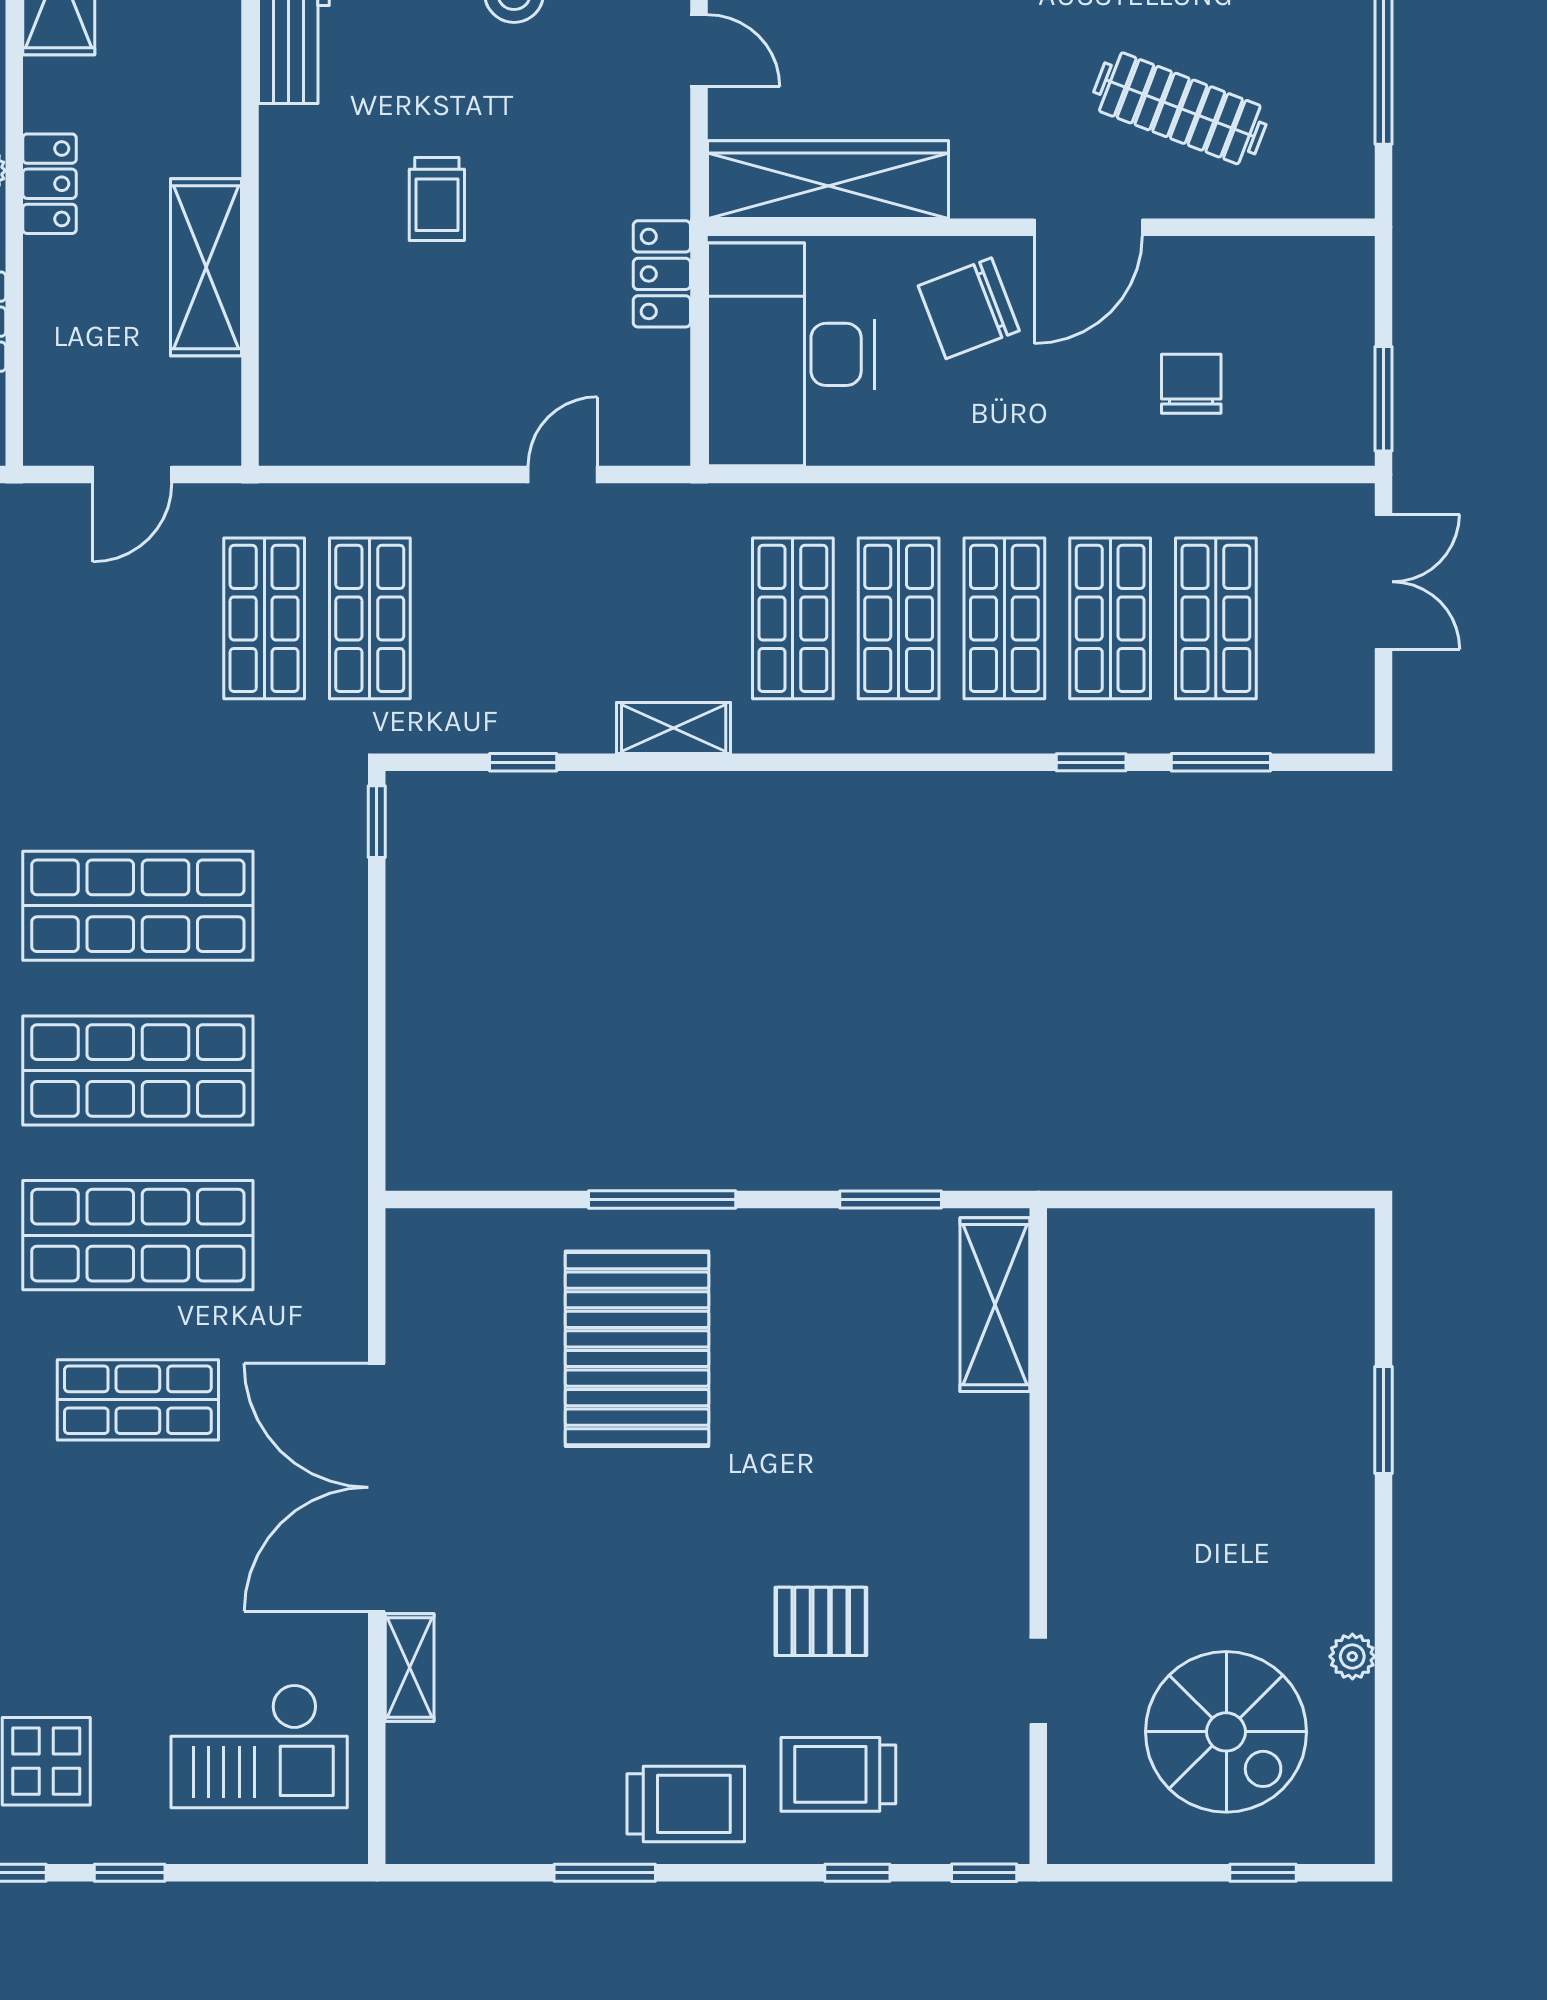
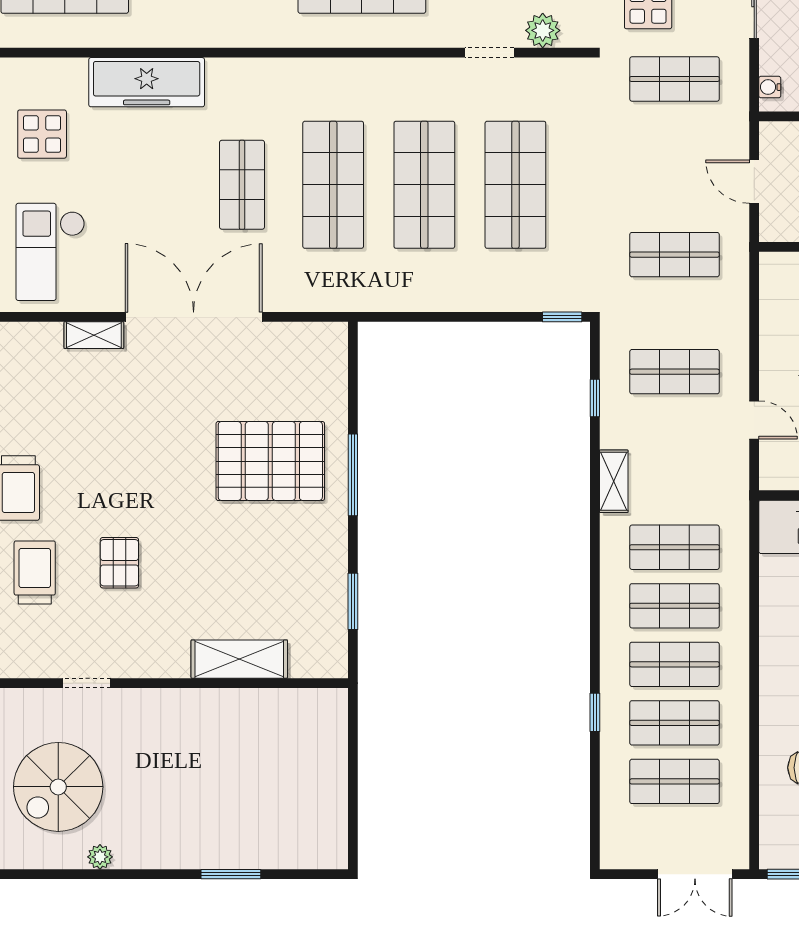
shop shelf: (370, 618) -> (674, 372), moved
window: (1221, 762) -> (595, 784), removed
shelving: (995, 1305) -> (239, 659), moved

